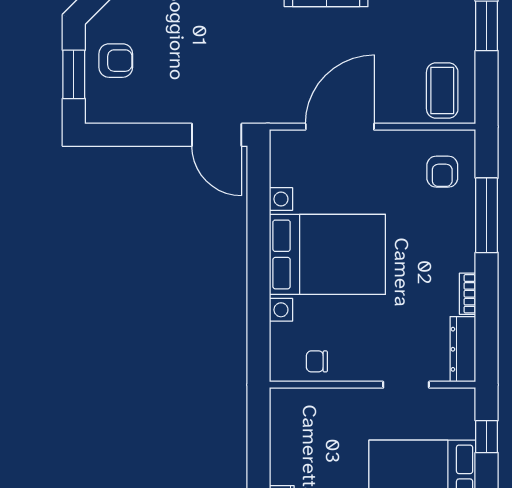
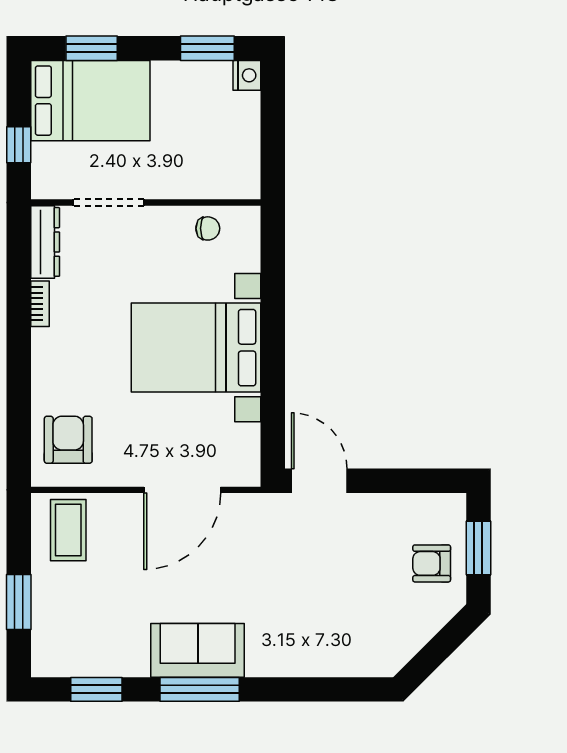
armchair: (442, 172) -> (68, 440), width x1.38, depth x1.38
window: (487, 215) -> (19, 391), removed
doorway: (406, 385) -> (108, 203), width x1.38

